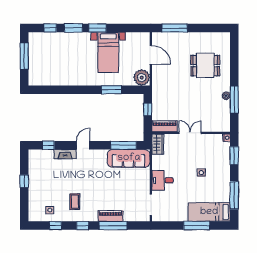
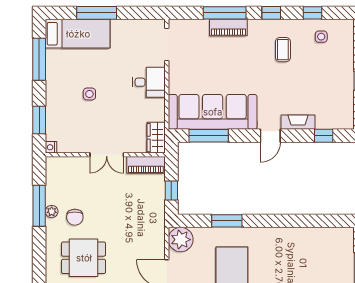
chair: (211, 92) -> (75, 217), added
sofa: (129, 158) -> (213, 112), width x1.36, depth x1.27

